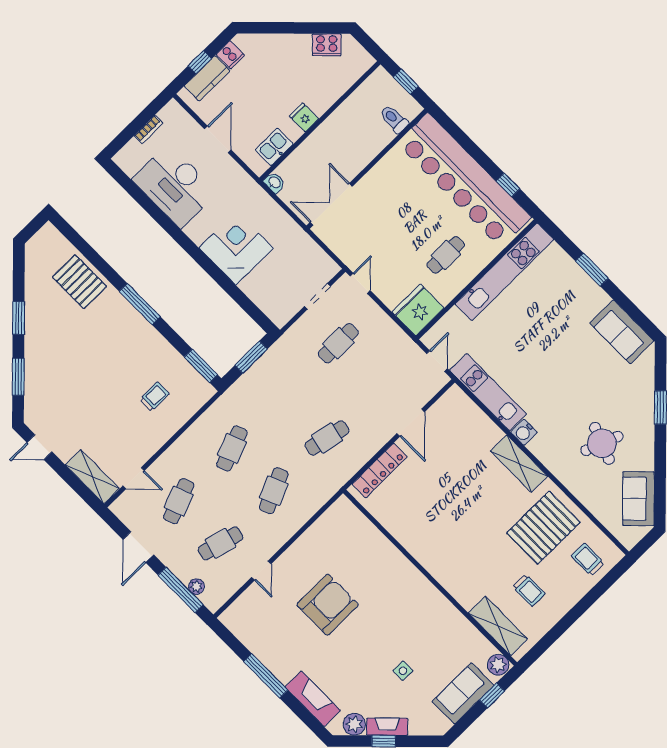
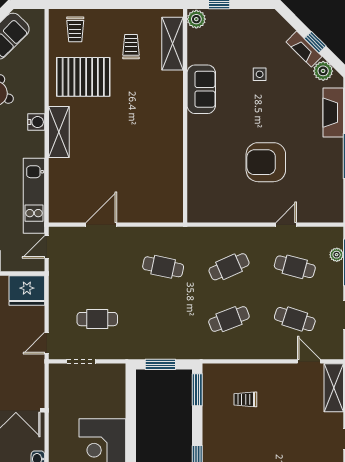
water cooler: (524, 432) -> (36, 122), moved
locker: (380, 470) -> (150, 214), removed
cafe table: (179, 501) -> (295, 319), turned 39
sofa: (463, 693) -> (201, 89), moved, turned -90

